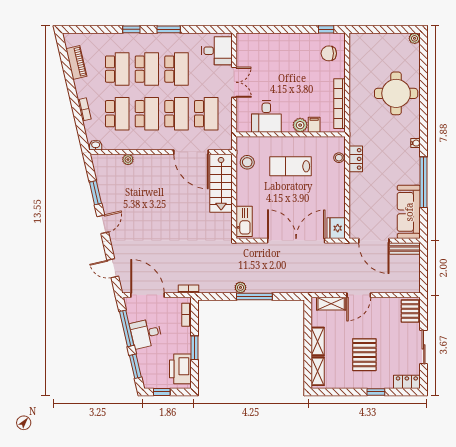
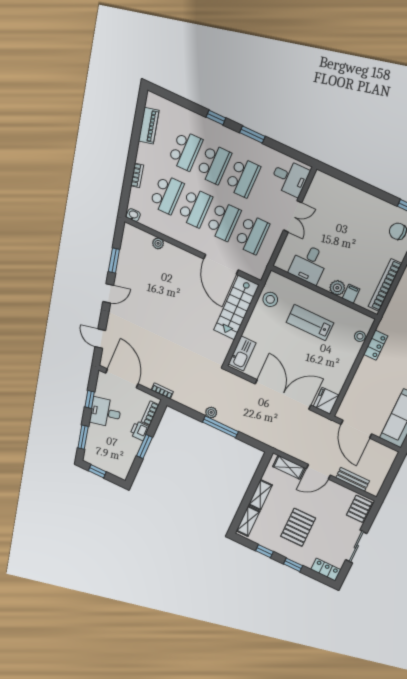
bench: (405, 249) -> (353, 479), moved
window: (127, 328) -> (90, 399), width x0.46
printer: (180, 369) -> (140, 431), moved, width x0.53, depth x0.68
window: (345, 392) -> (264, 551), added

